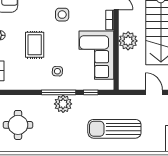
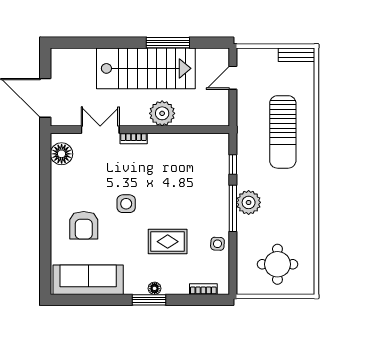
corner sofa: (96, 55) -> (182, 157), removed
side table: (57, 71) -> (217, 244), moved

